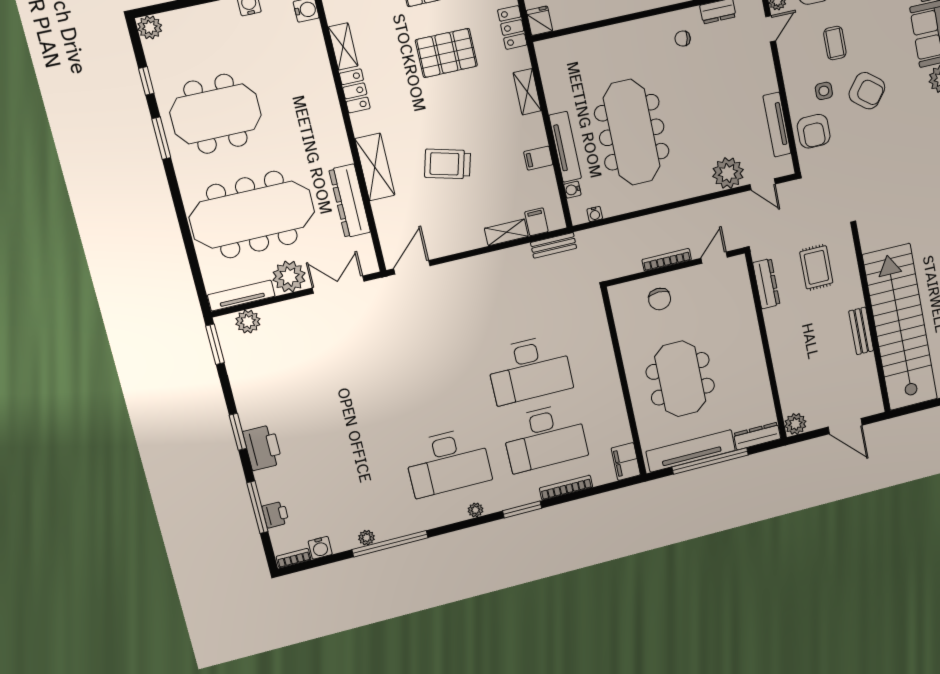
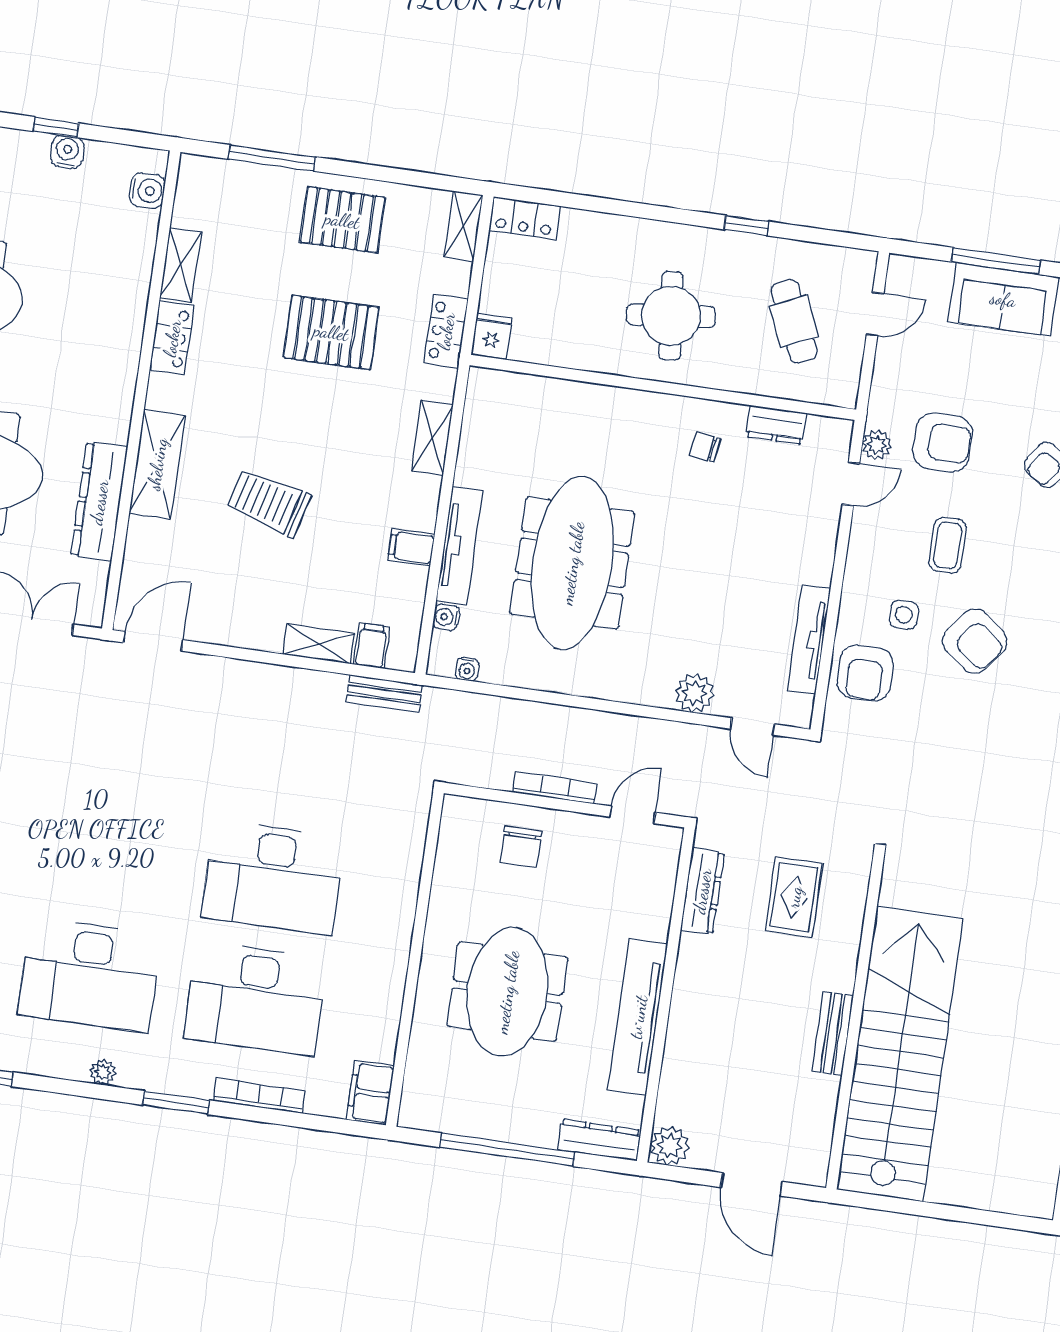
plant: (728, 173) -> (695, 693), width x0.73, depth x0.73
tv unit: (691, 451) -> (638, 1017), moved, turned -90

